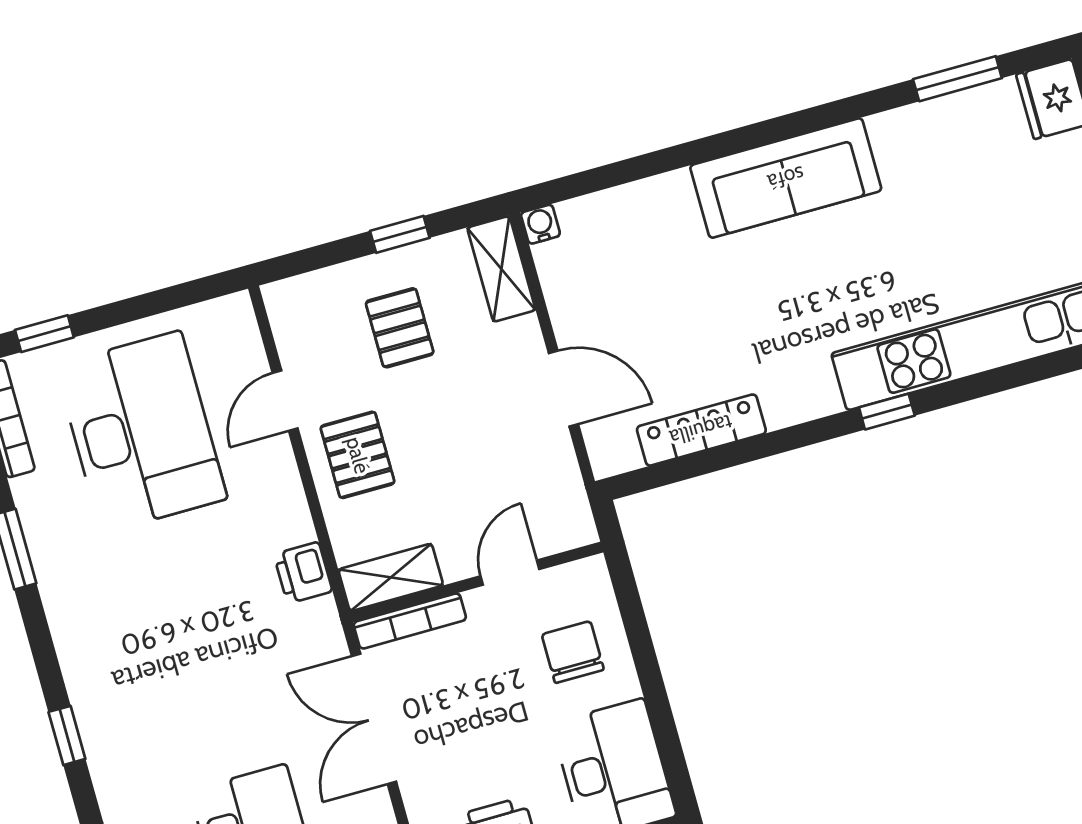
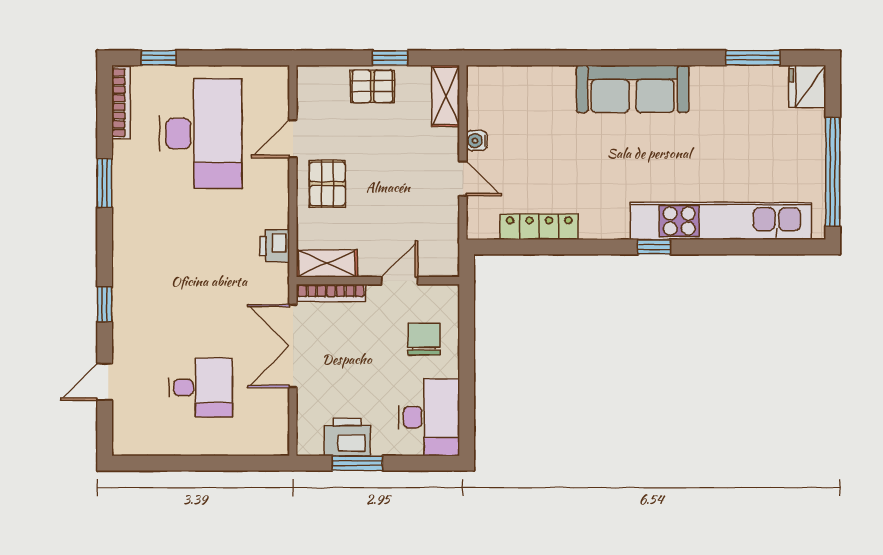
water cooler: (540, 224) -> (477, 141), moved, turned -90
pallet: (400, 328) -> (372, 86), moved, turned 90
door: (563, 389) -> (463, 179), width x0.73

